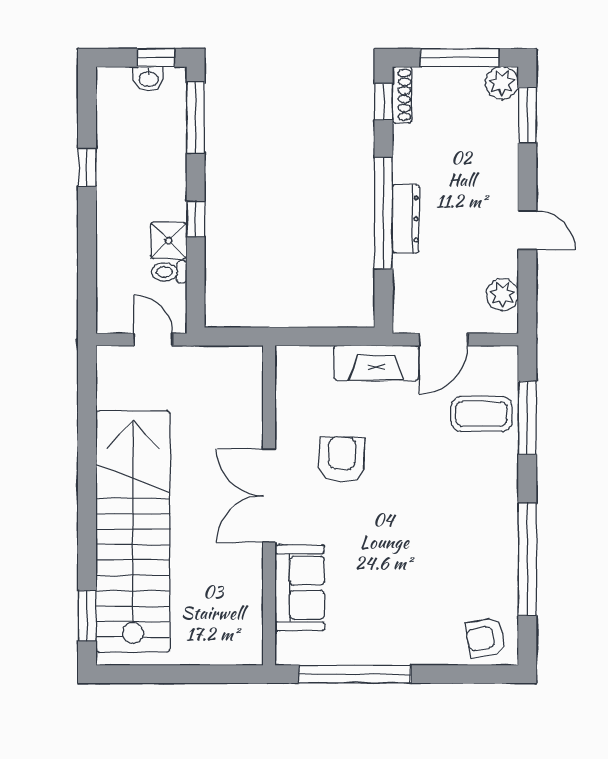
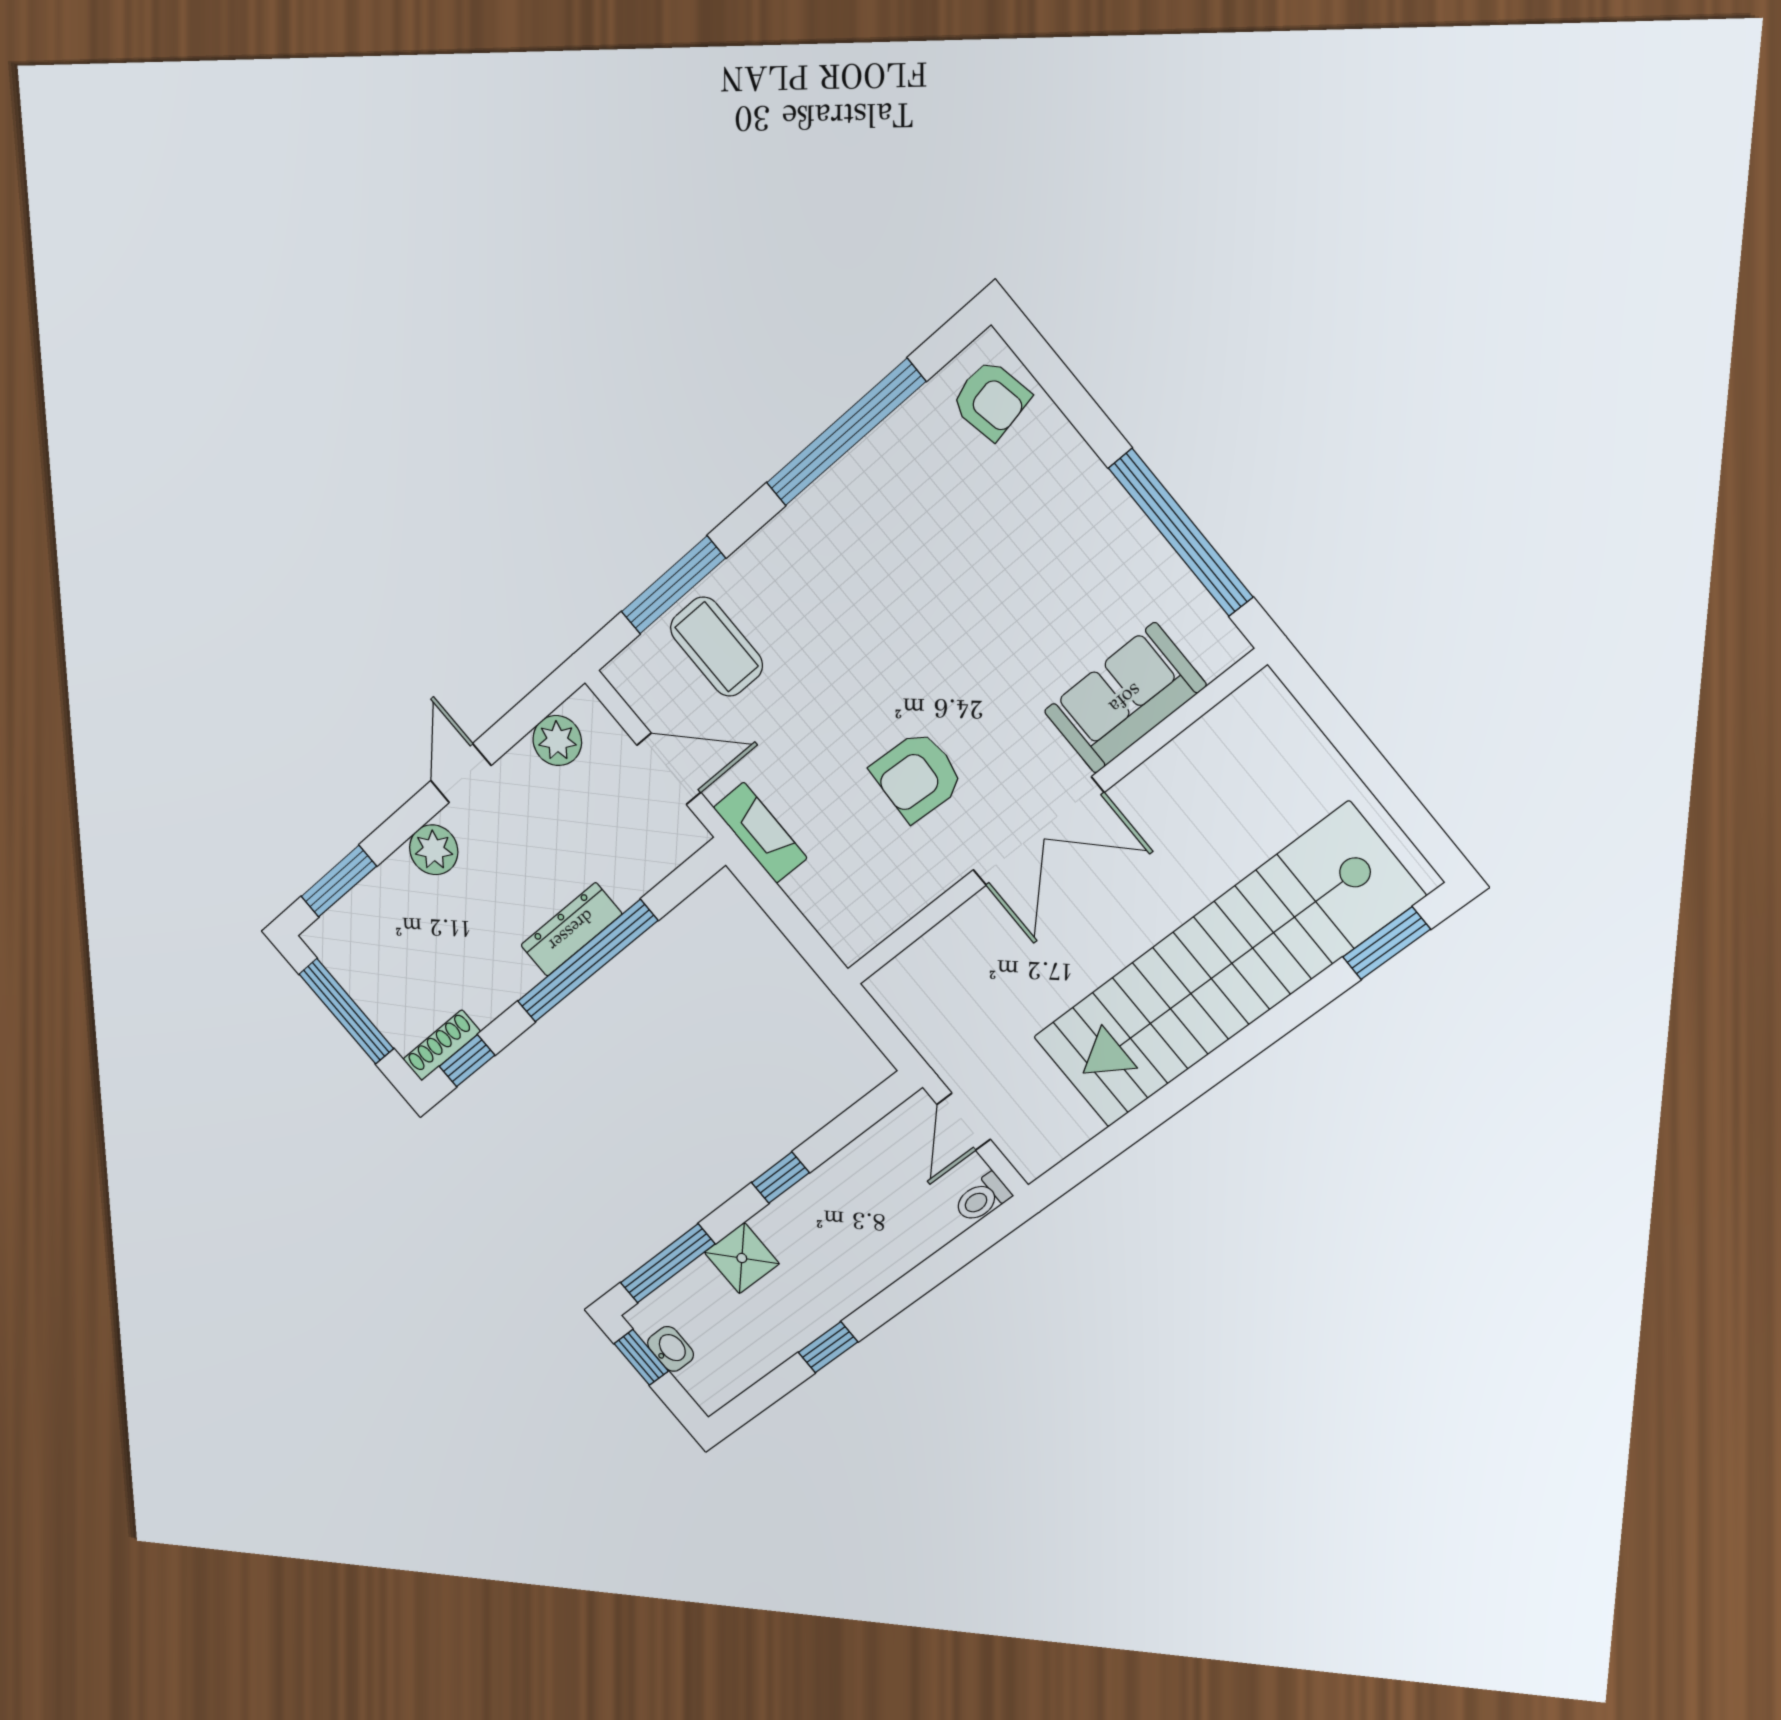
plant: (502, 83) -> (434, 850), moved
shower: (169, 241) -> (742, 1258), moved
toilet: (169, 272) -> (982, 1198), moved, turned 90
fireplace: (376, 363) -> (760, 833), width x0.73, depth x0.76

